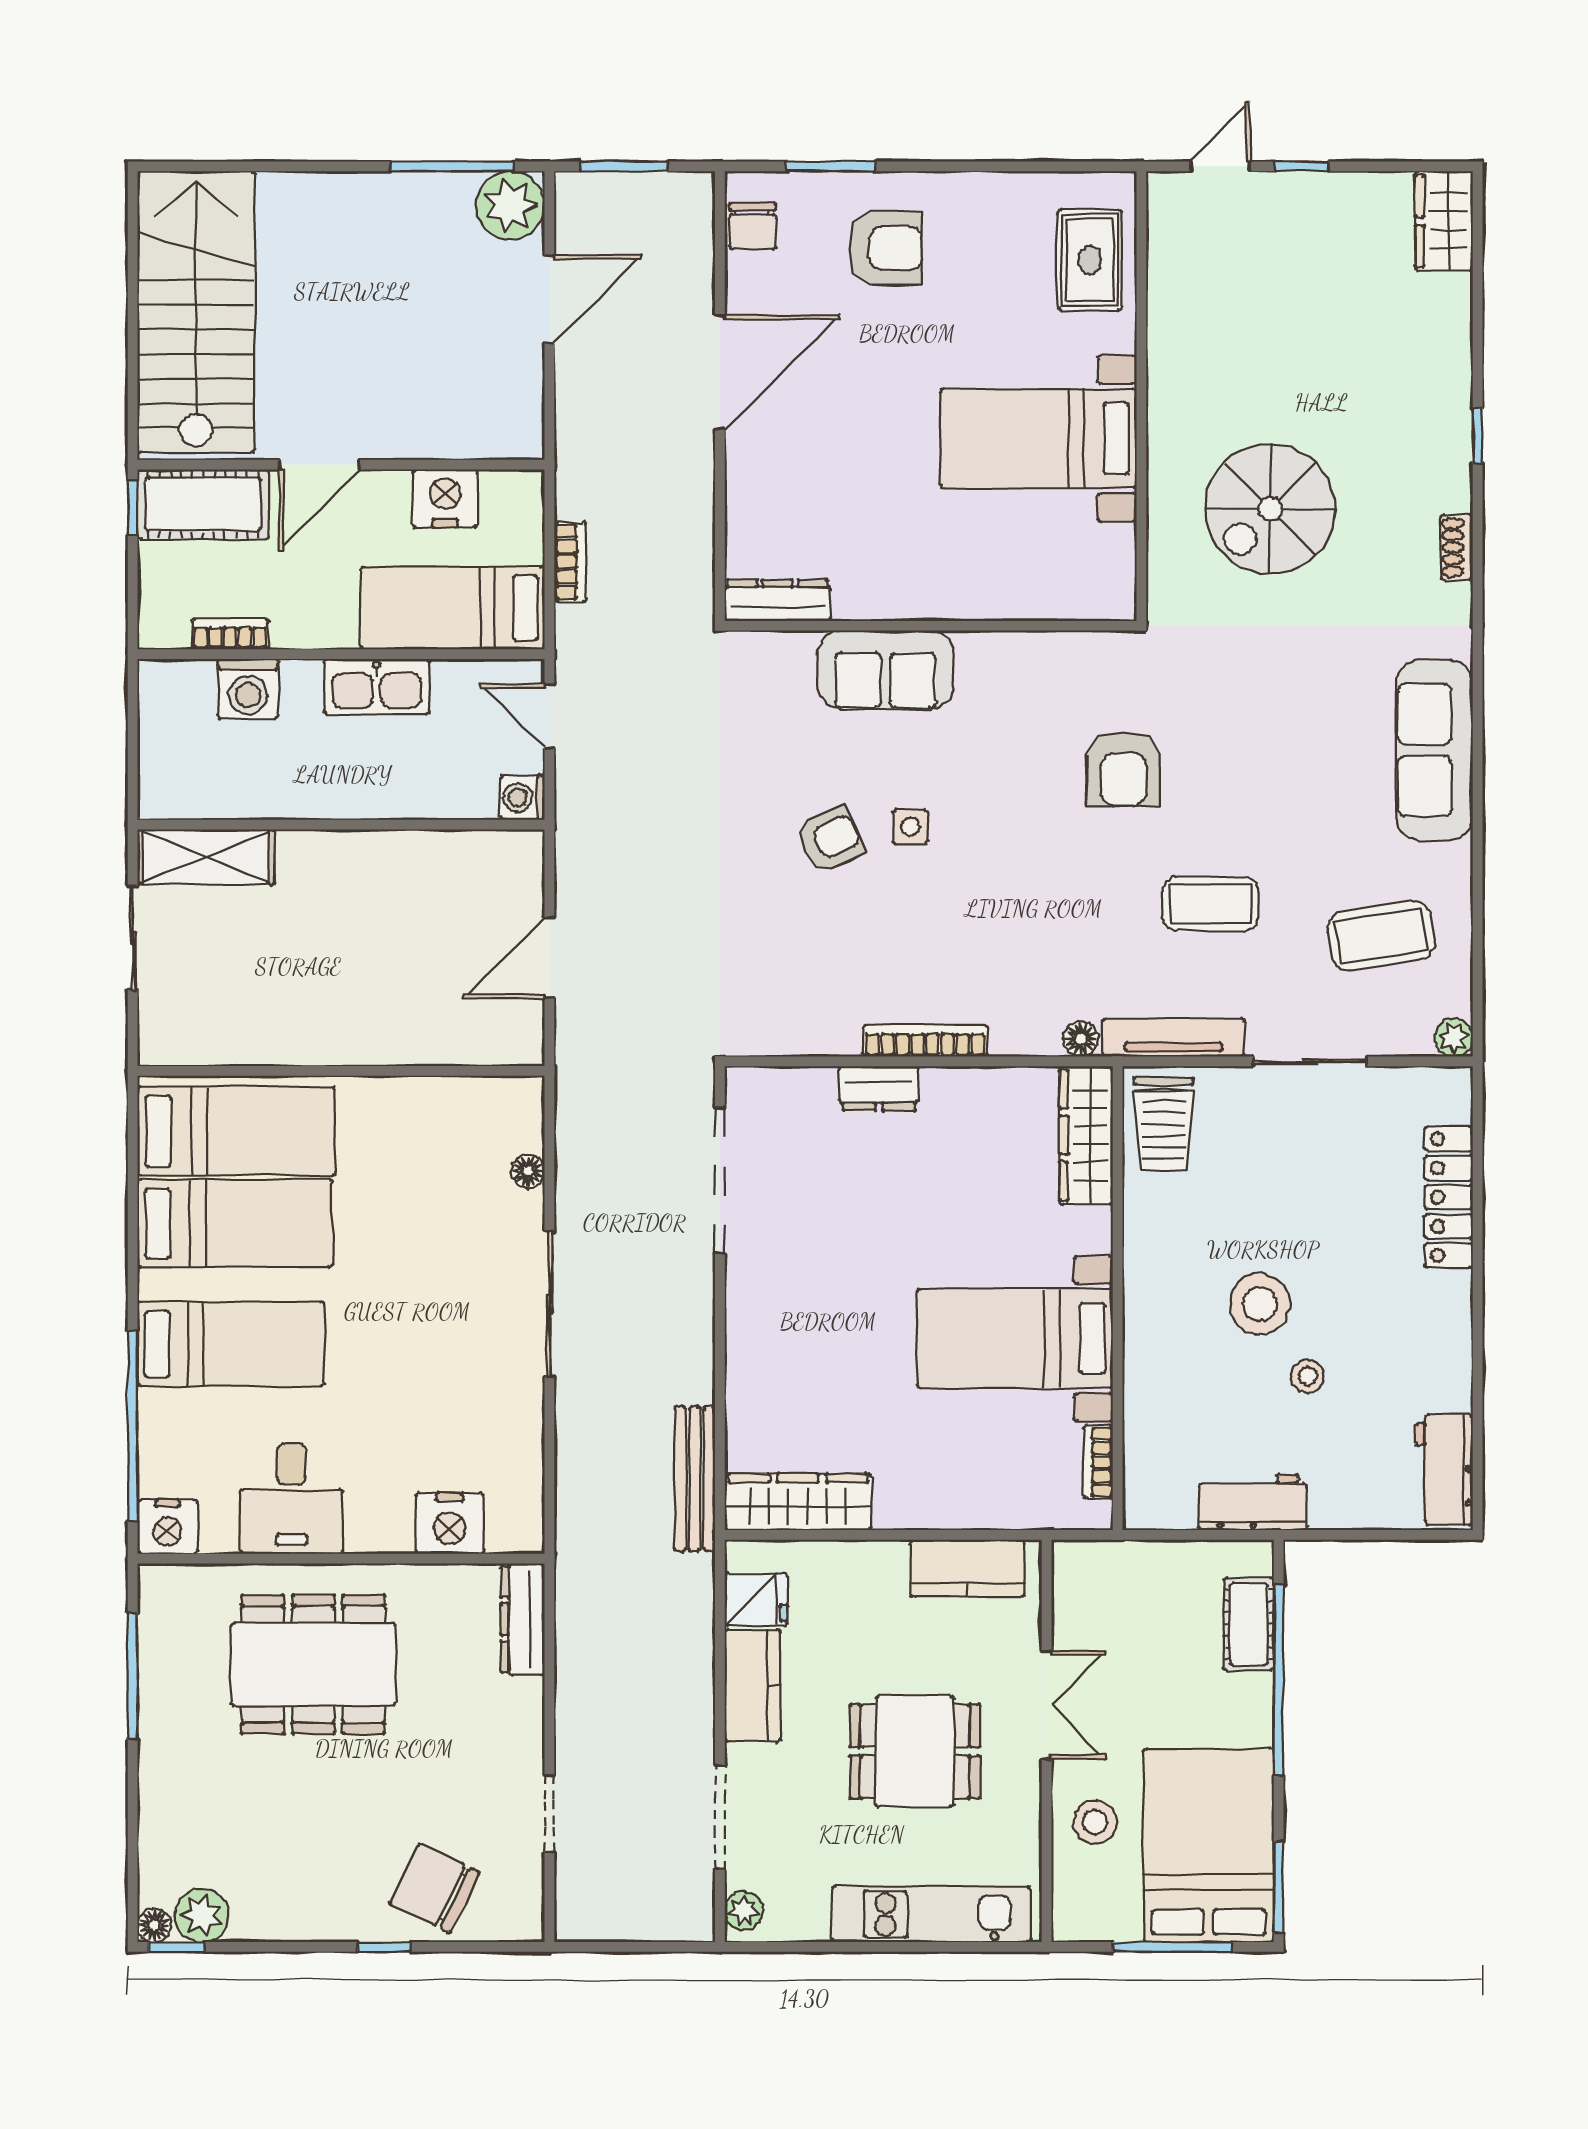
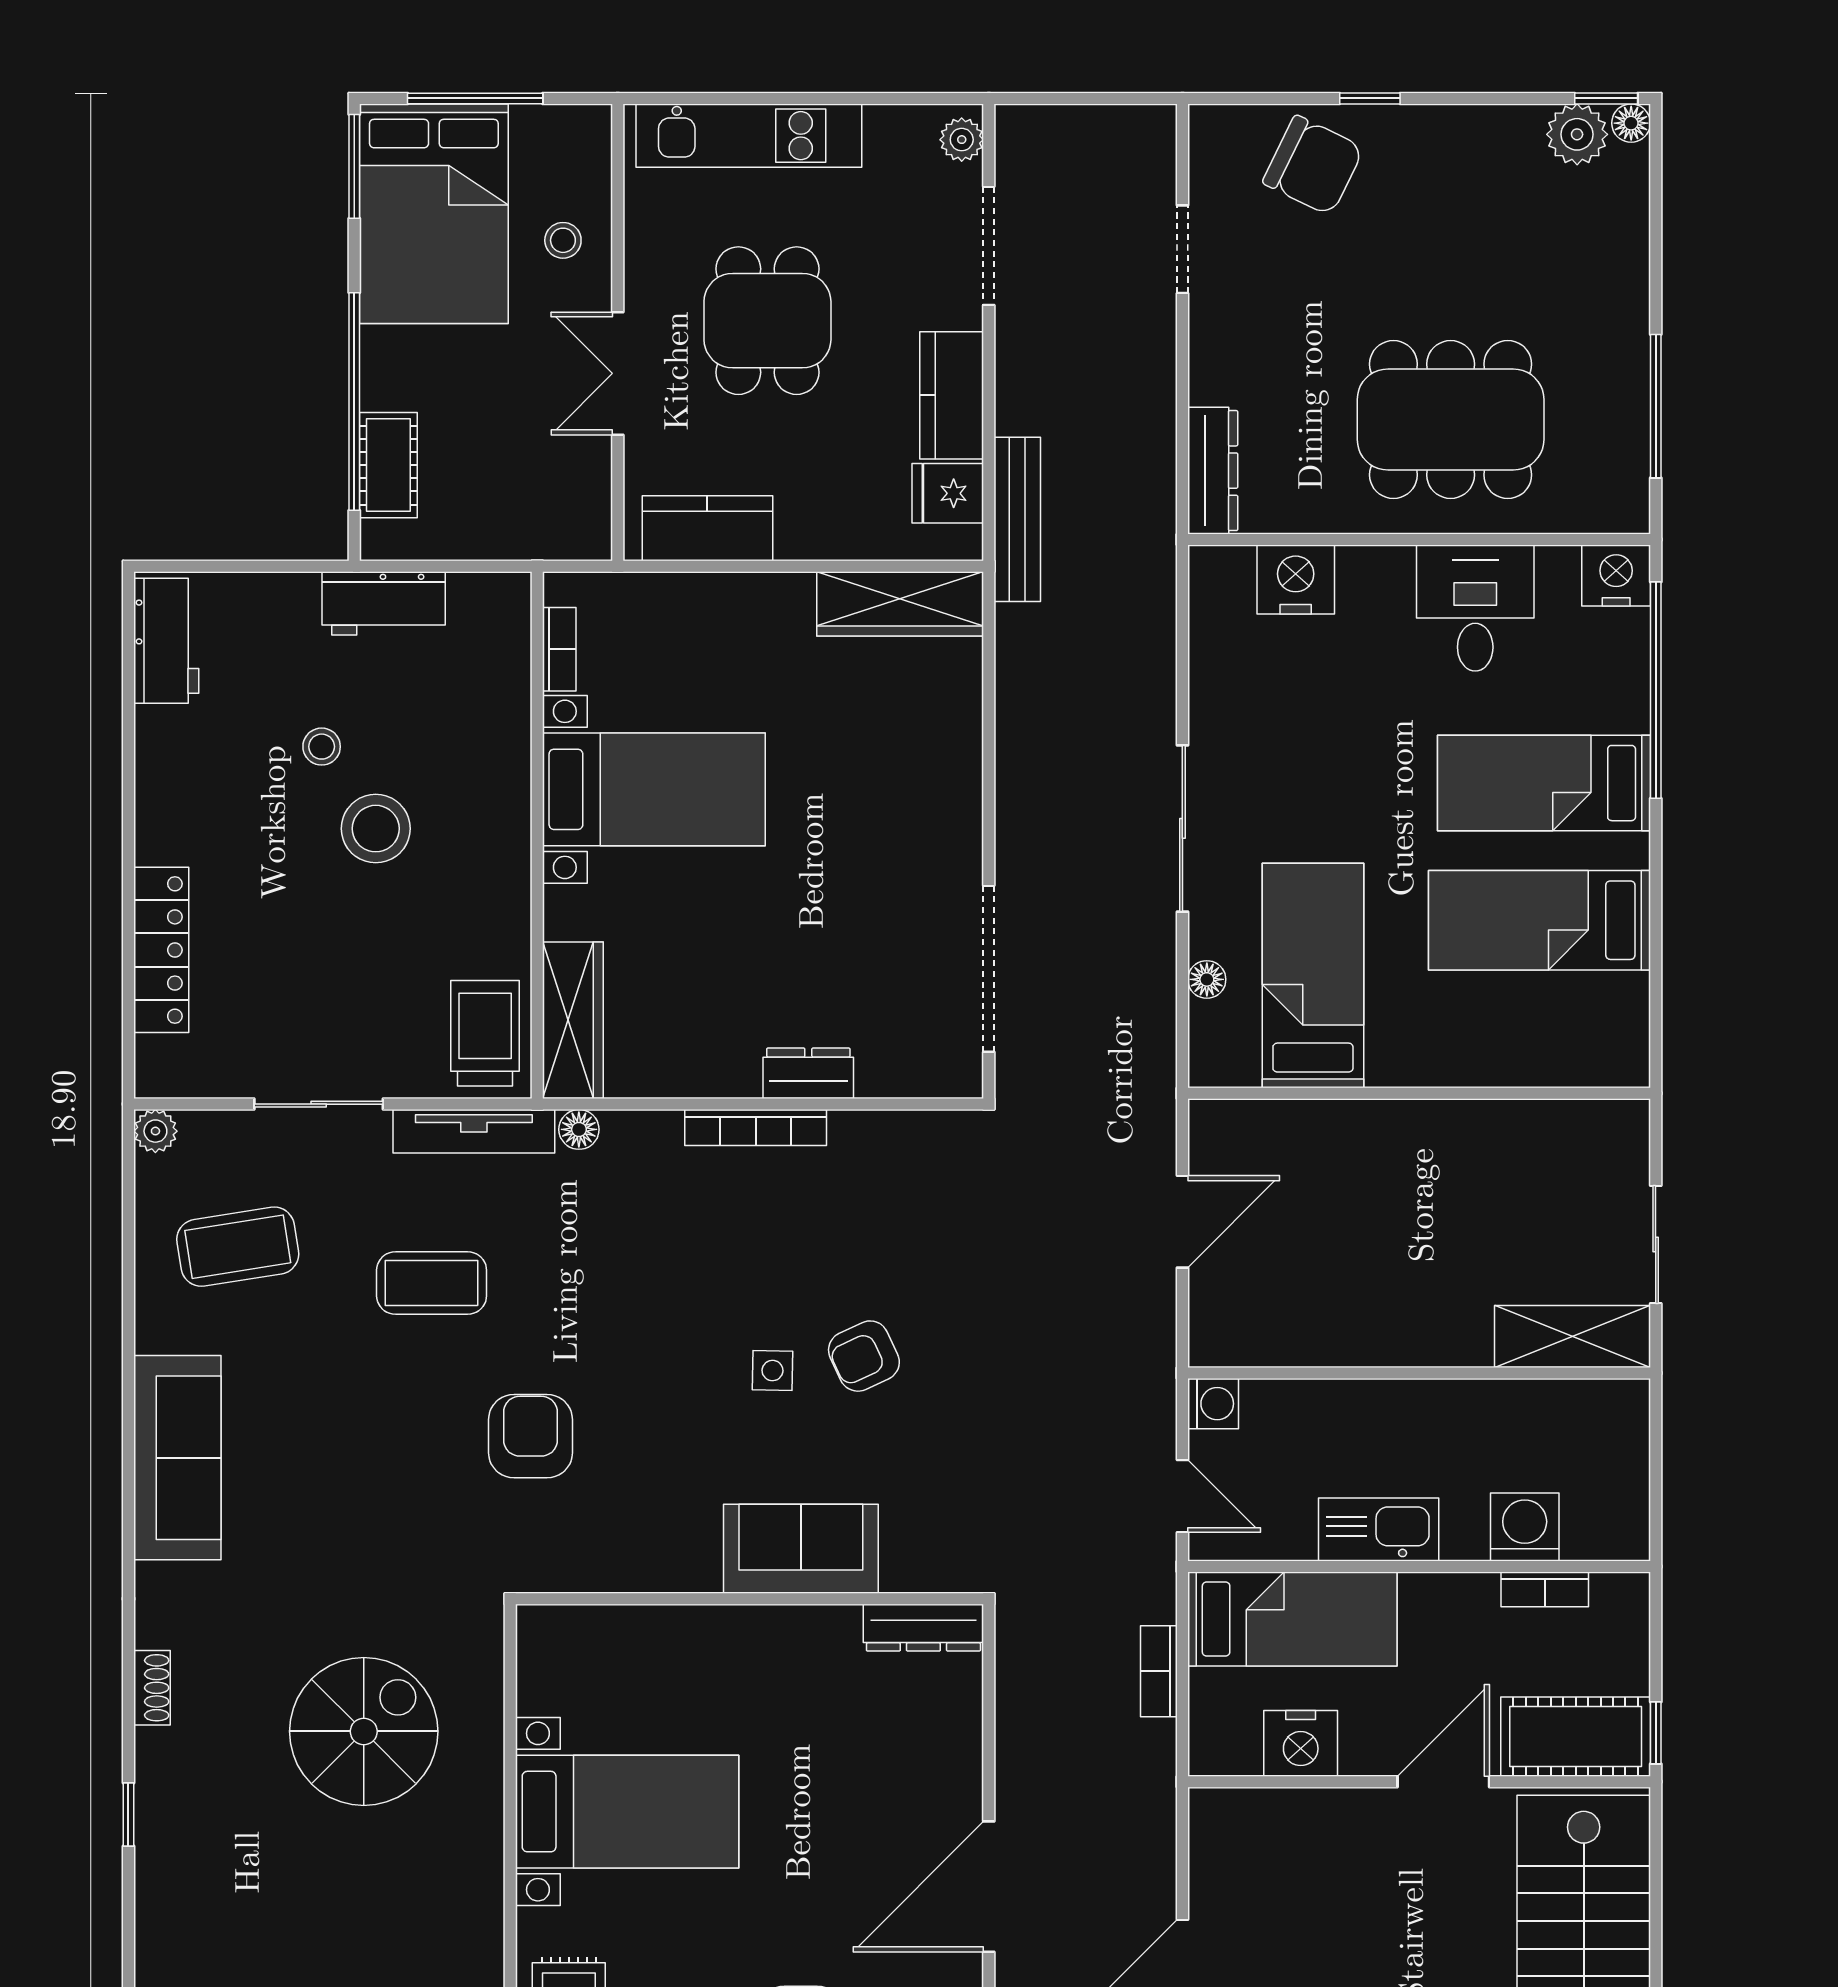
bed: (236, 1131) -> (1313, 976), moved, turned 90
bench: (695, 1479) -> (1017, 519), moved
dining table: (915, 1751) -> (767, 321), turned 90
stool: (1095, 1822) -> (563, 240), width x0.73, depth x0.73

